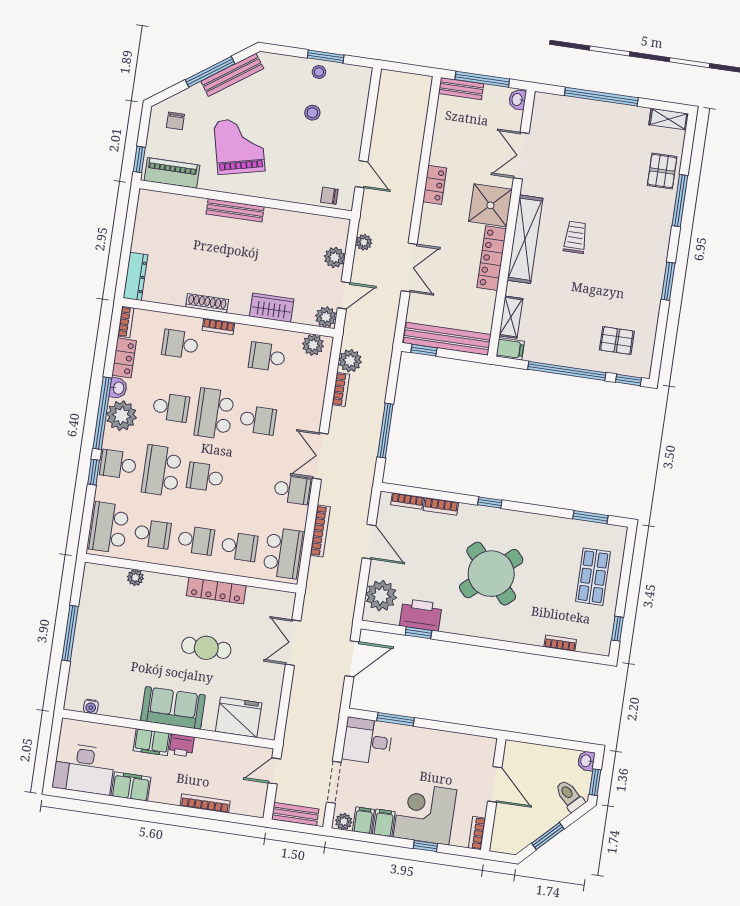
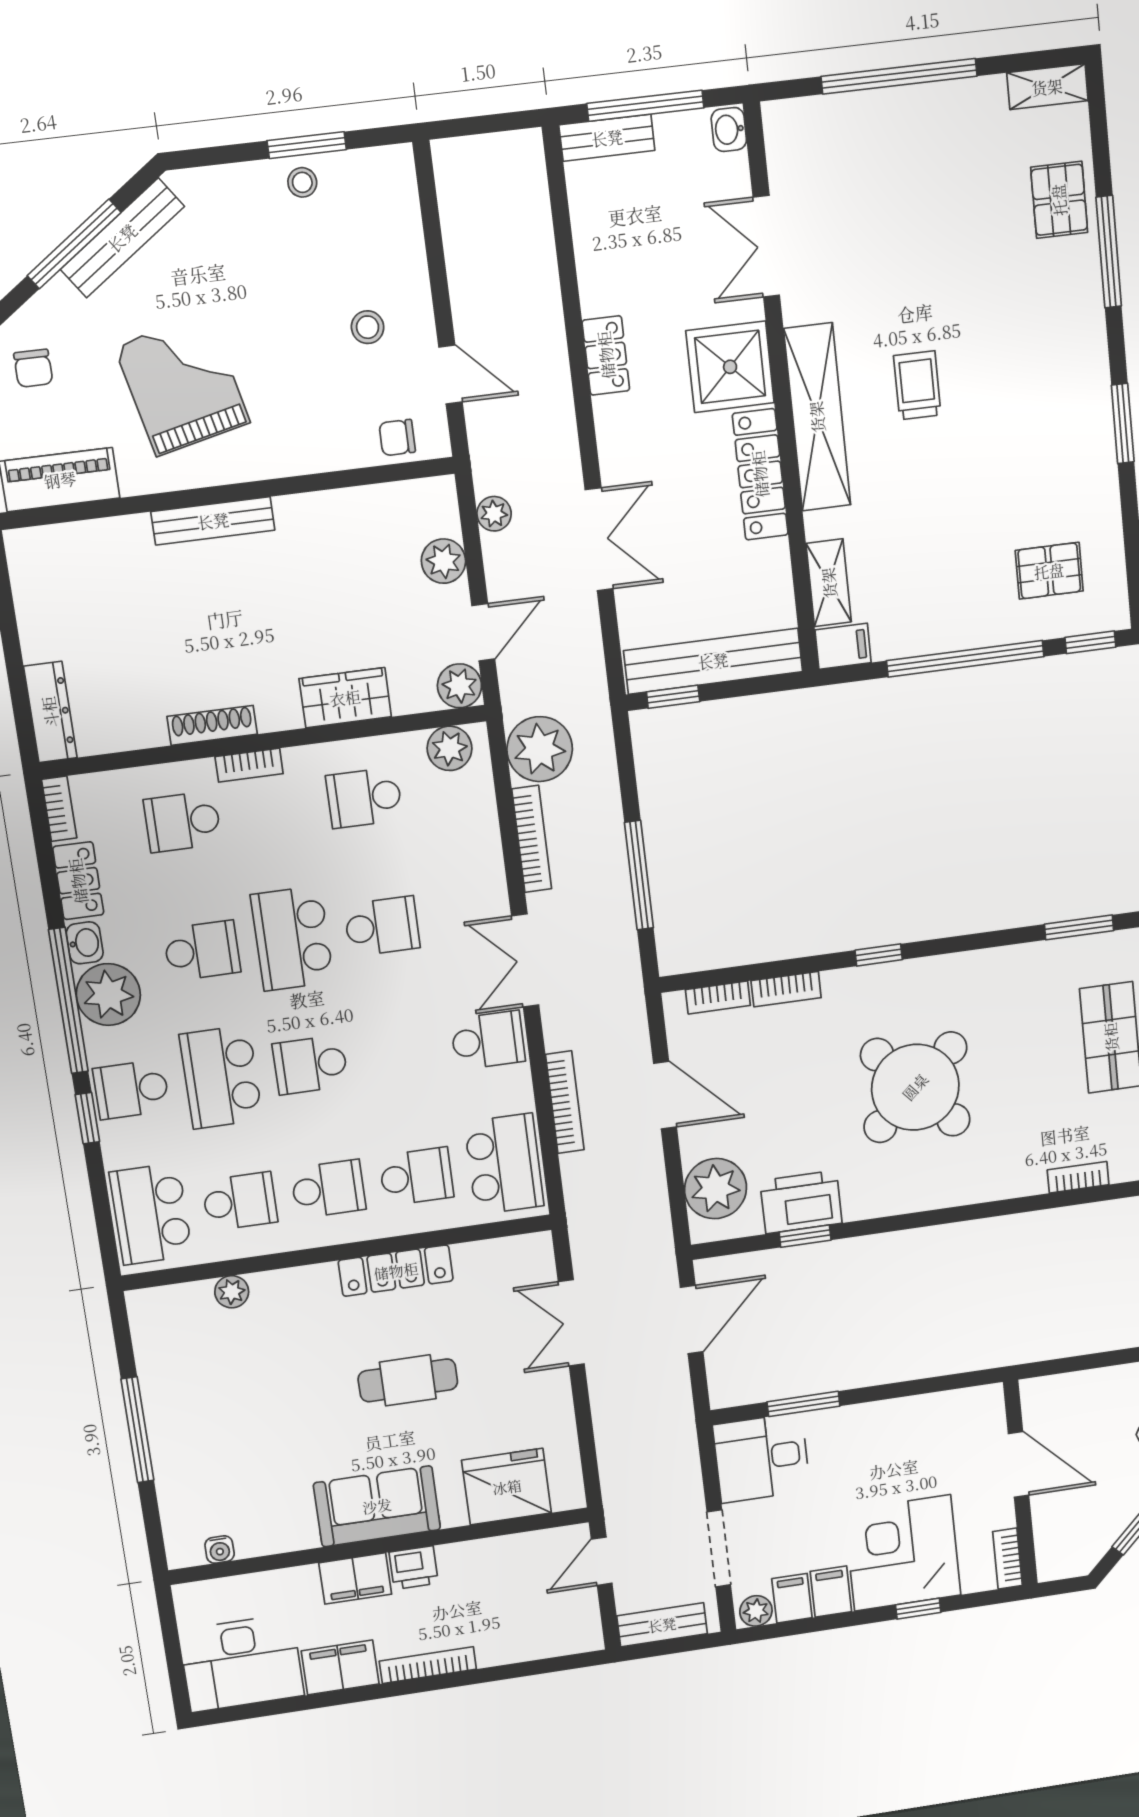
stool: (312, 113) -> (368, 327), moved
plant: (350, 361) -> (540, 749), width x1.36, depth x1.36
bookcase: (341, 389) -> (532, 839), width x1.56
bookcase: (205, 803) -> (428, 1665), moved

